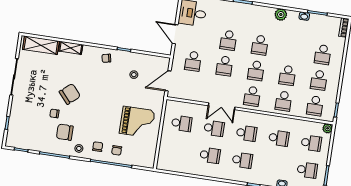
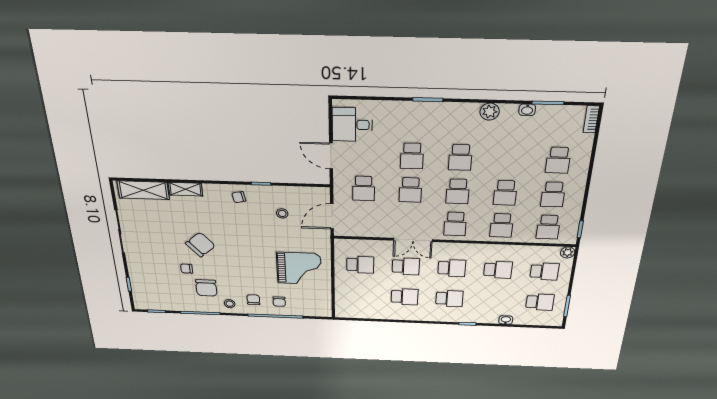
chair: (65, 132) -> (206, 288), turned -90

